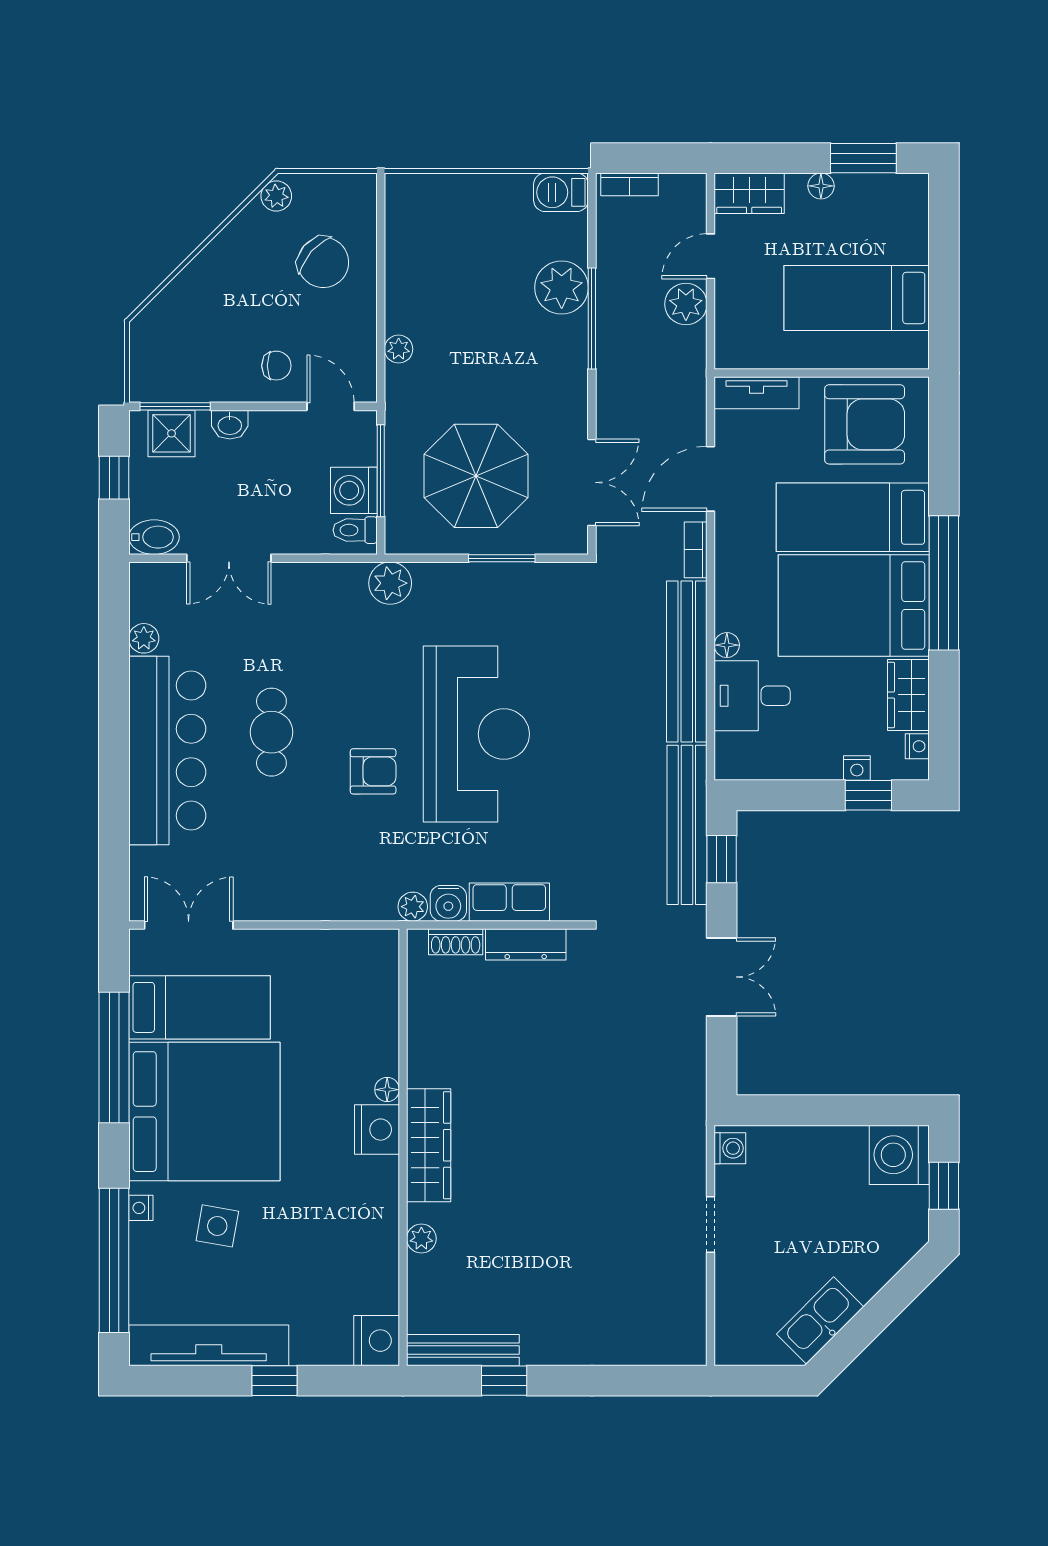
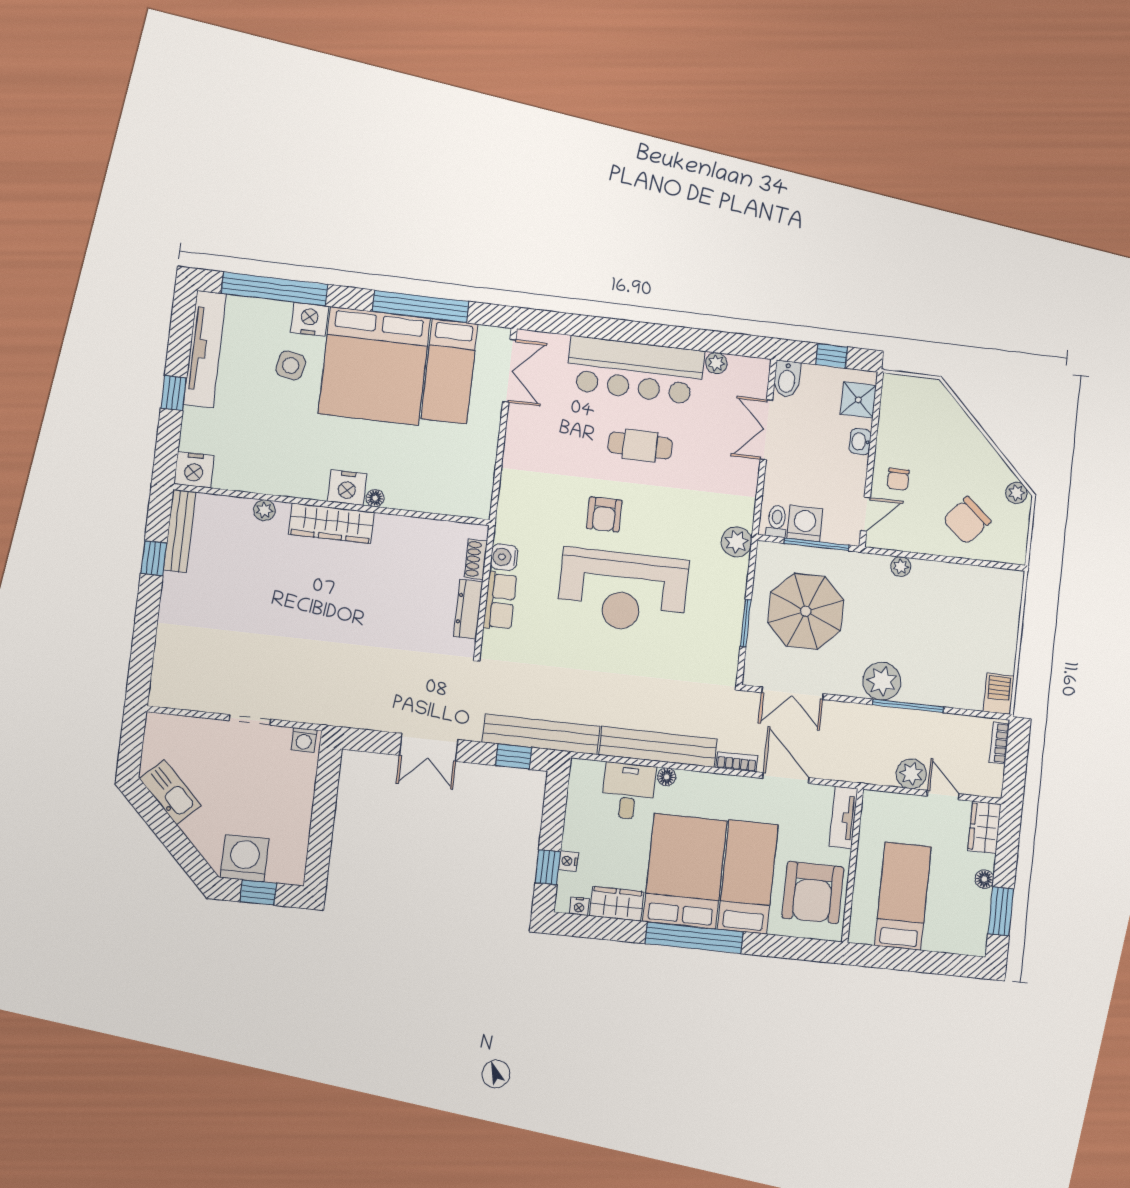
plant: (562, 288) -> (882, 681), moved
window: (175, 406) -> (877, 405), removed
plant: (413, 907) -> (504, 531), removed
washing machine: (899, 1155) -> (245, 858), moved
nightstand: (141, 1208) -> (309, 319), width x1.89, depth x1.79

